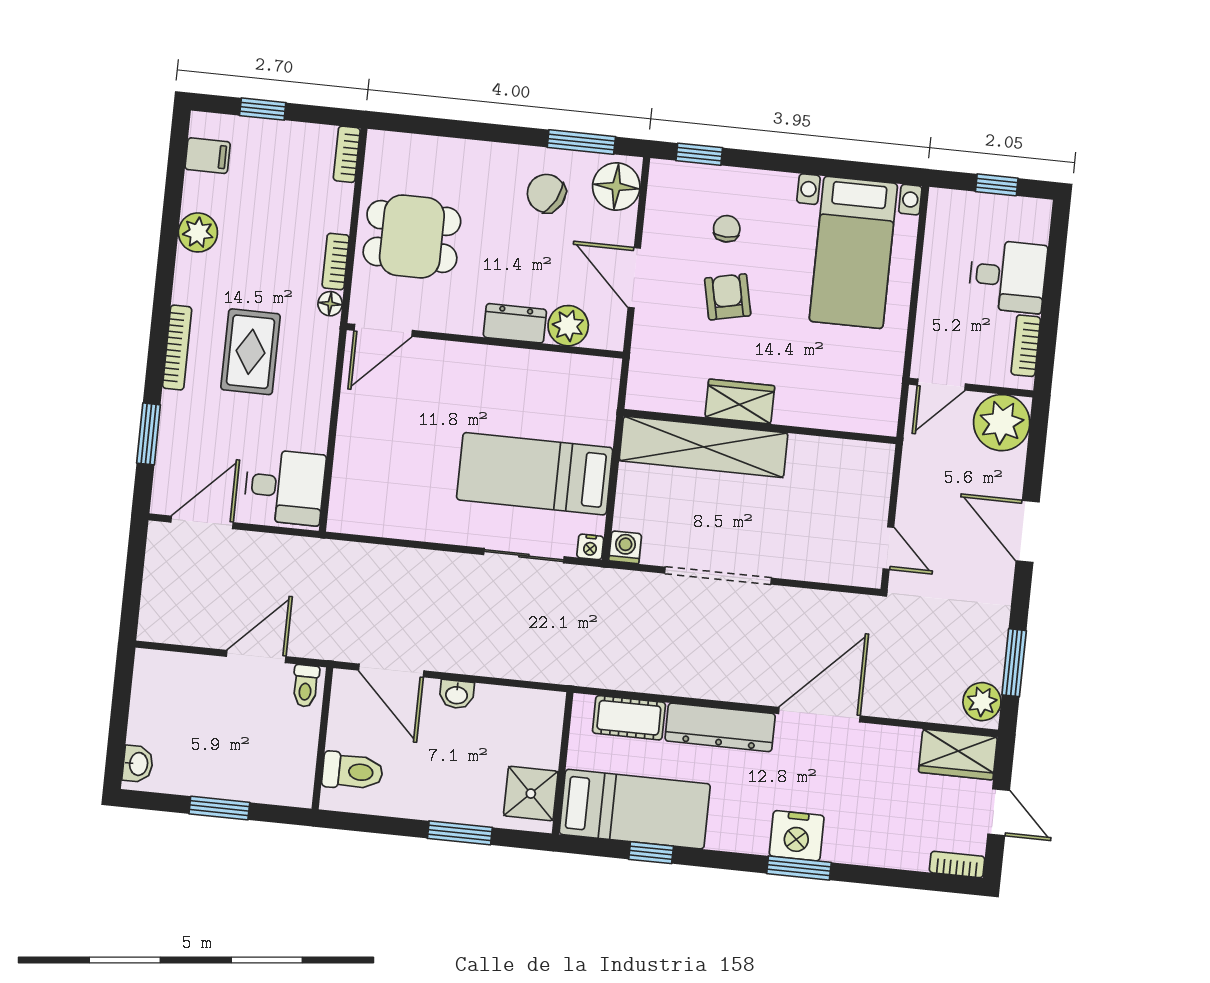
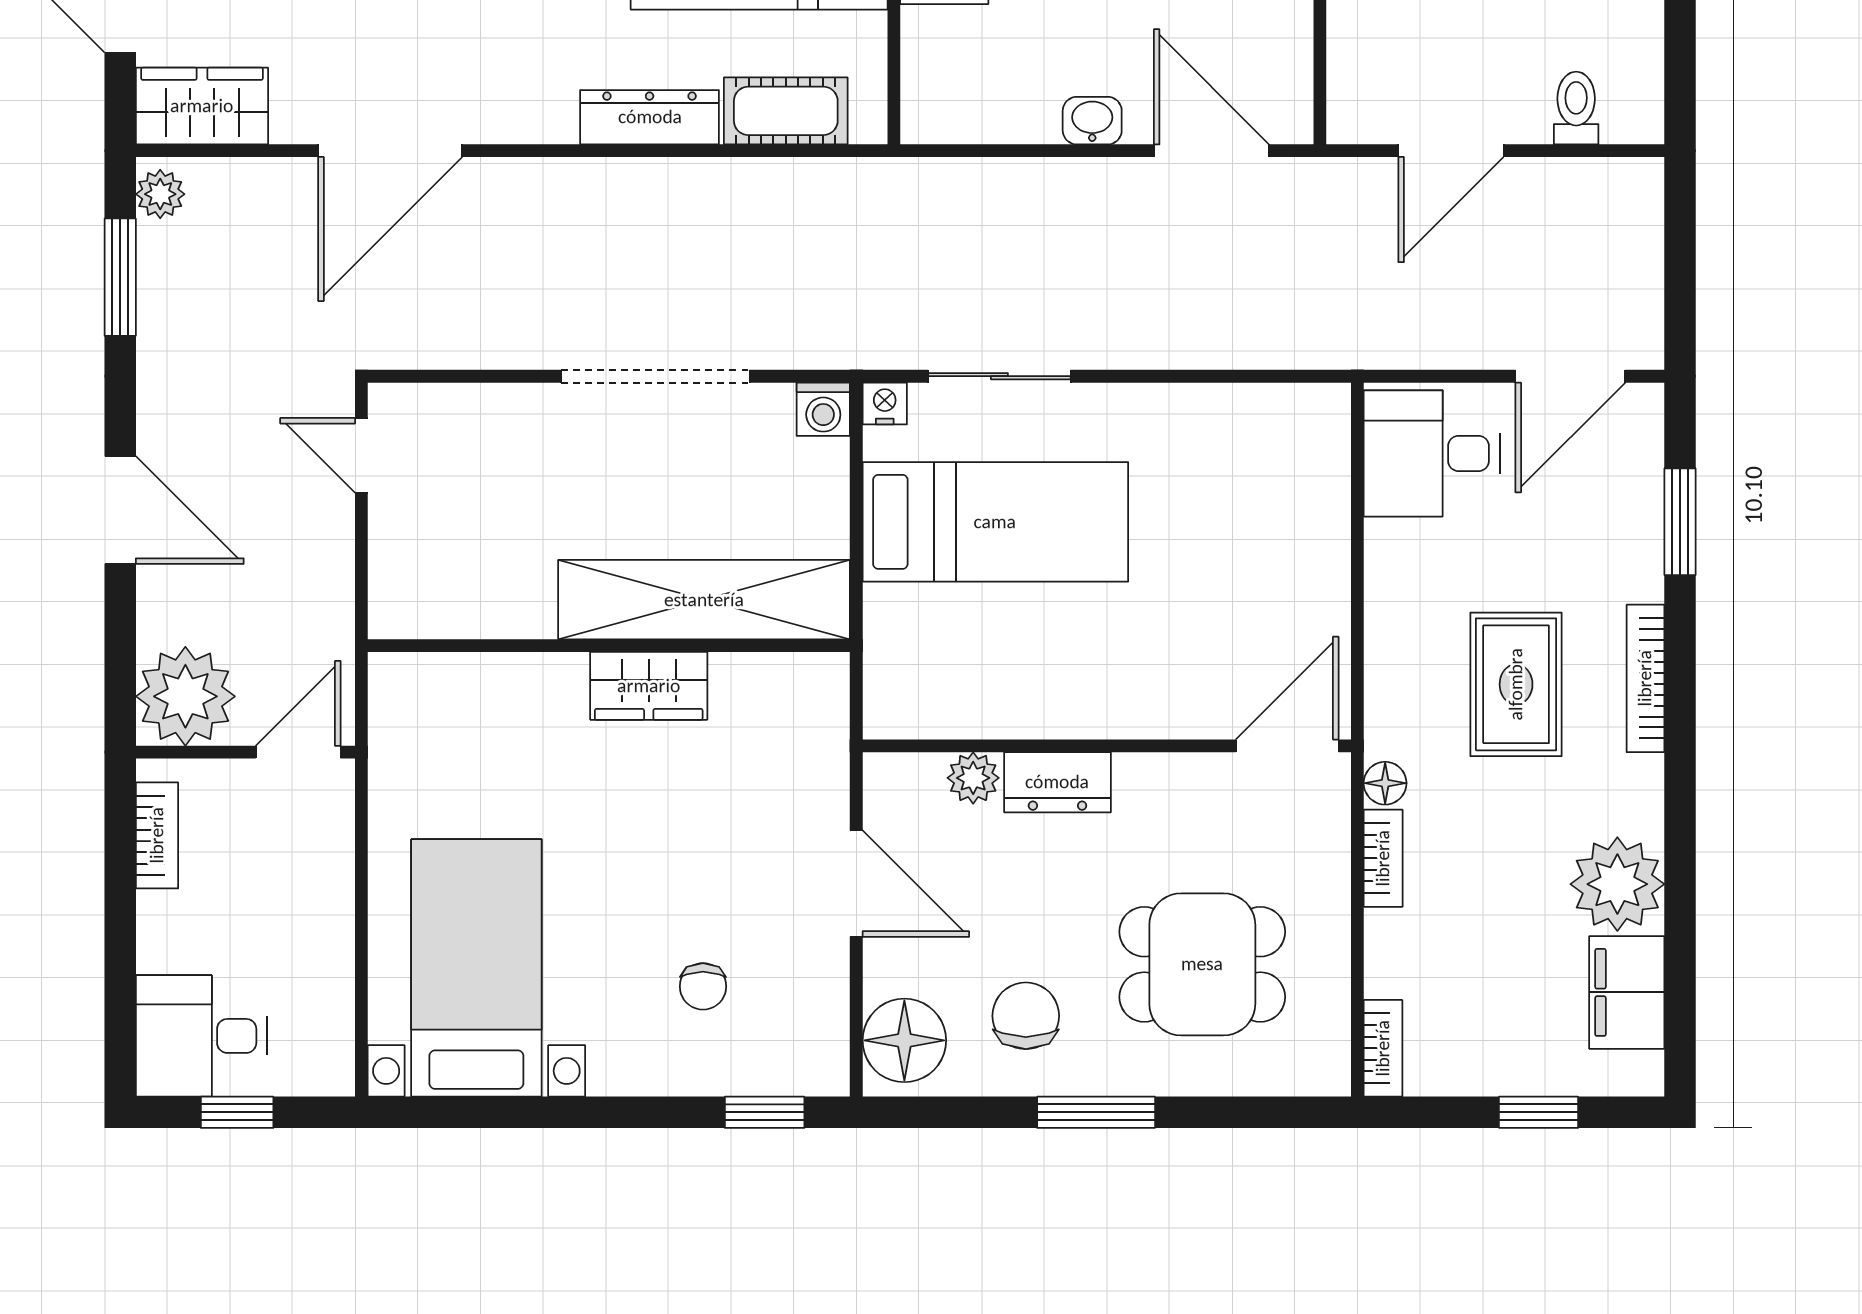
window: (581, 142) -> (1096, 1112), moved
filing cabinet: (208, 156) -> (1627, 992), width x2.00
chair: (546, 193) -> (1026, 1016), turned -118
plant: (198, 232) -> (1617, 884), width x1.36, depth x1.36
dining table: (412, 236) -> (1202, 964), moved
desk: (1008, 276) -> (201, 1036), moved
armchair: (728, 297) -> (689, 867), removed
plant: (568, 326) -> (973, 778), width x0.73, depth x0.73
toilet: (306, 686) -> (1576, 108), moved
plant: (982, 702) -> (160, 194), width x0.73, depth x0.73
door: (819, 715) -> (390, 151), moved
dresser: (720, 727) -> (650, 117), width x0.73, depth x0.80

